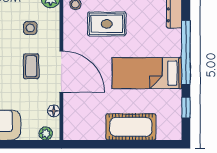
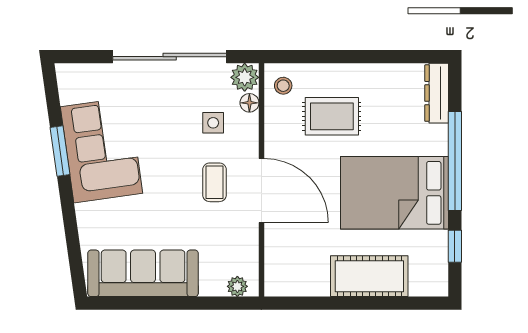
bed: (147, 73) -> (394, 193), width x1.50
floor lamp: (54, 111) -> (249, 103), moved

